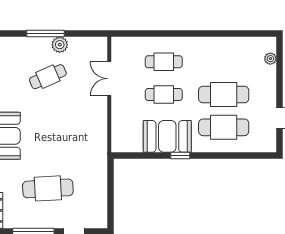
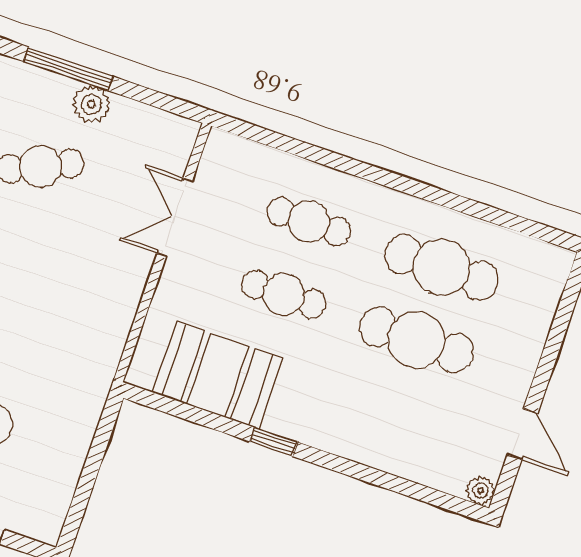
plant: (270, 59) -> (480, 491), moved
cafe table: (224, 127) -> (442, 267), moved
booth: (167, 136) -> (218, 375), moved

